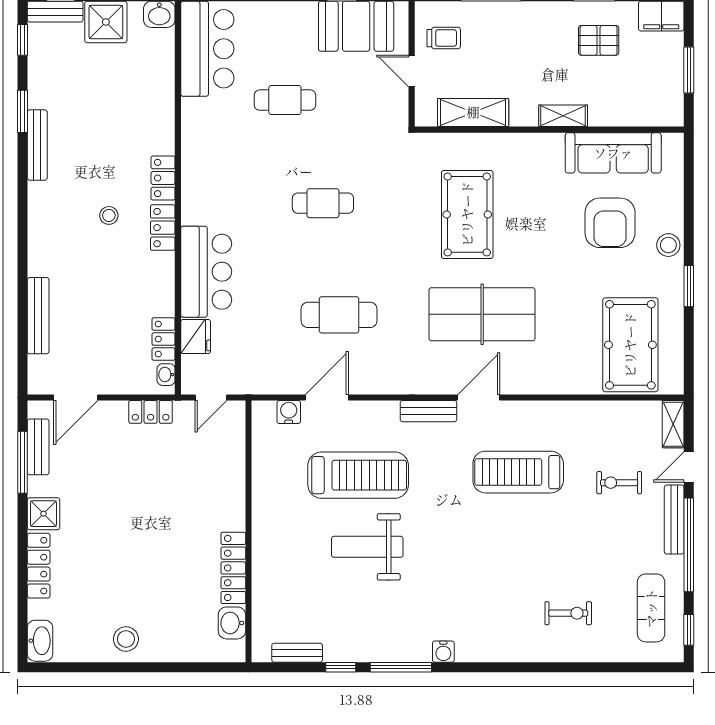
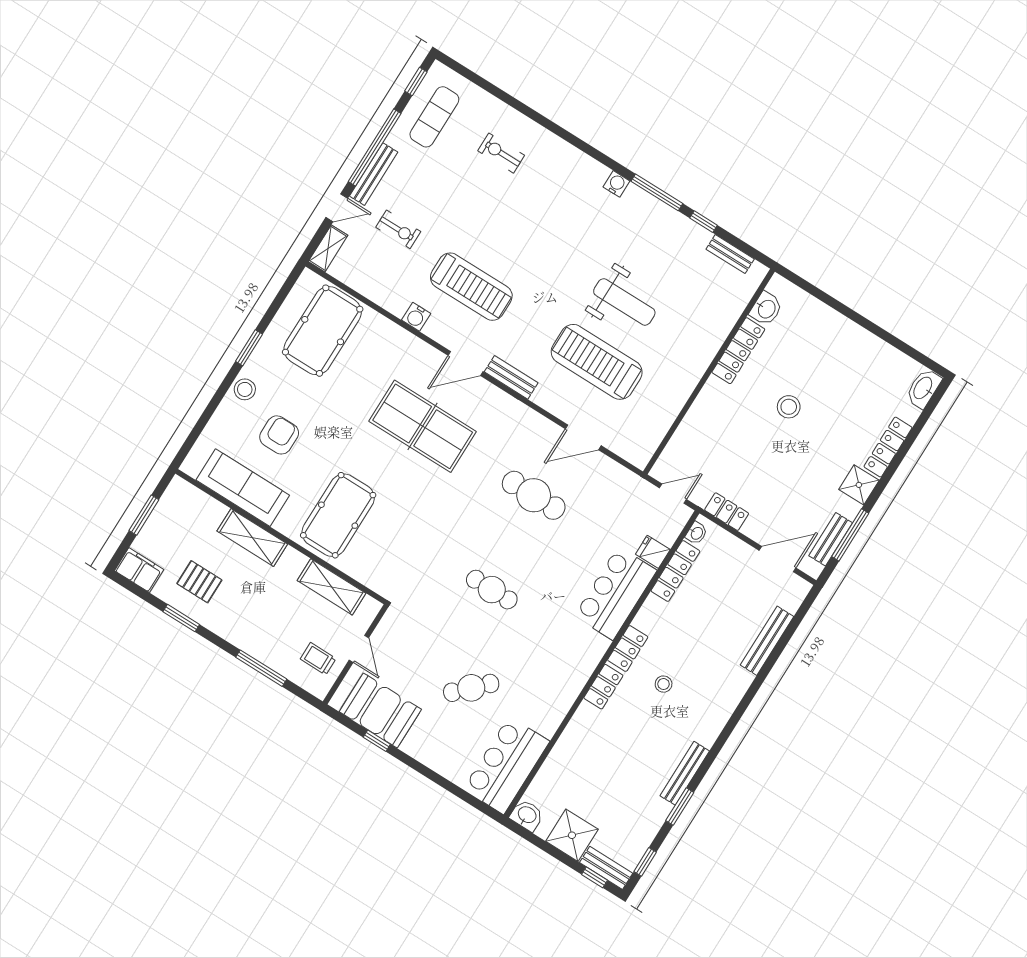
cafe table: (285, 100) -> (471, 688), turned -45
shelving: (563, 116) -> (252, 538), width x1.50, depth x1.33
pool table: (467, 214) -> (338, 515), moved
armchair: (610, 223) -> (279, 435), width x0.73, depth x0.73
fridge: (196, 337) -> (653, 552), width x0.72
locker: (164, 339) -> (675, 571), width x1.53
water cooler: (289, 412) -> (416, 317), moved
stool: (126, 639) -> (789, 407), moved

